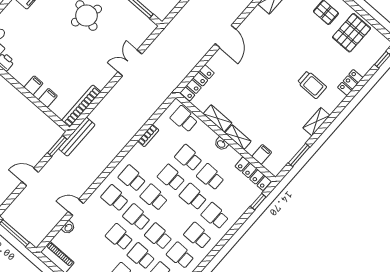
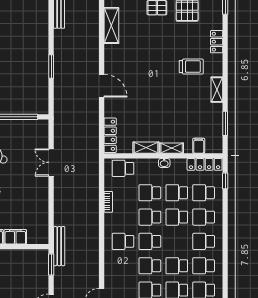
filing cabinet: (48, 98) -> (15, 237), width x2.00
bookcase: (81, 106) -> (44, 222), removed
school desk: (115, 198) -> (204, 193), moved

